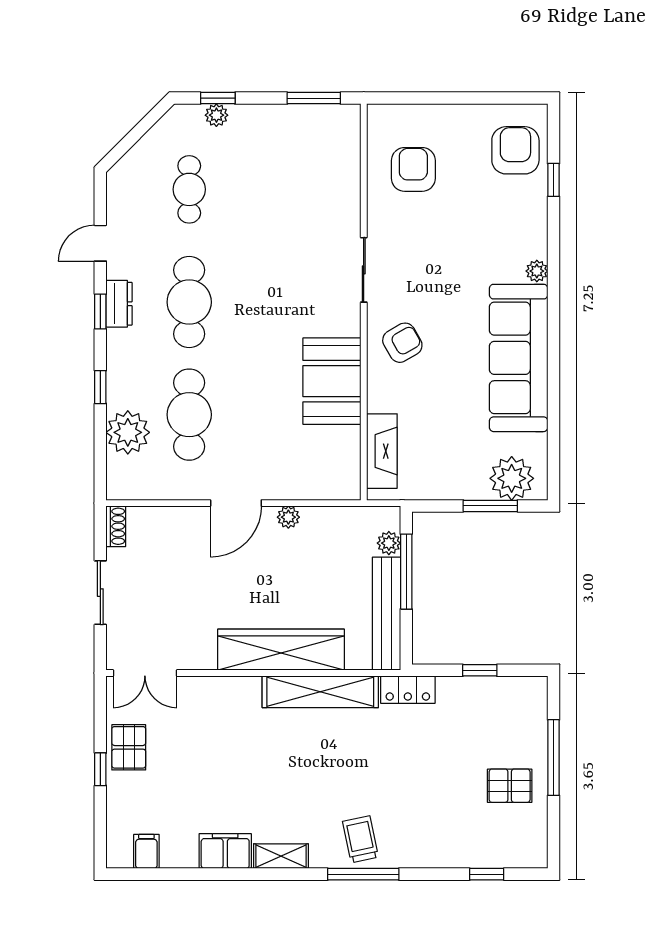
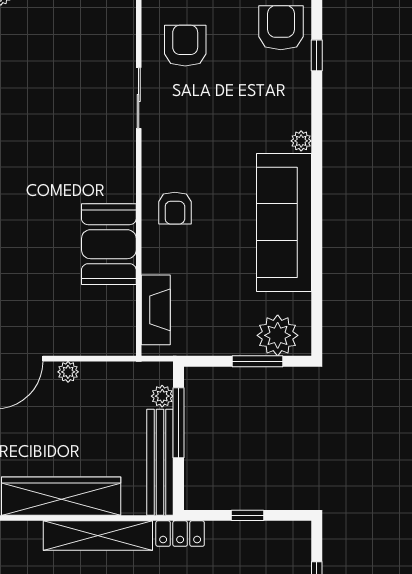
sliding door: (364, 270) -> (139, 98), moved
armchair: (402, 343) -> (175, 208), turned 120

